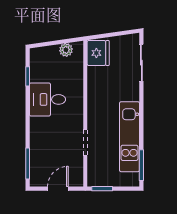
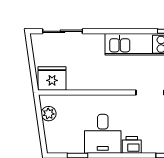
printer: (37, 126) -> (132, 145), added

